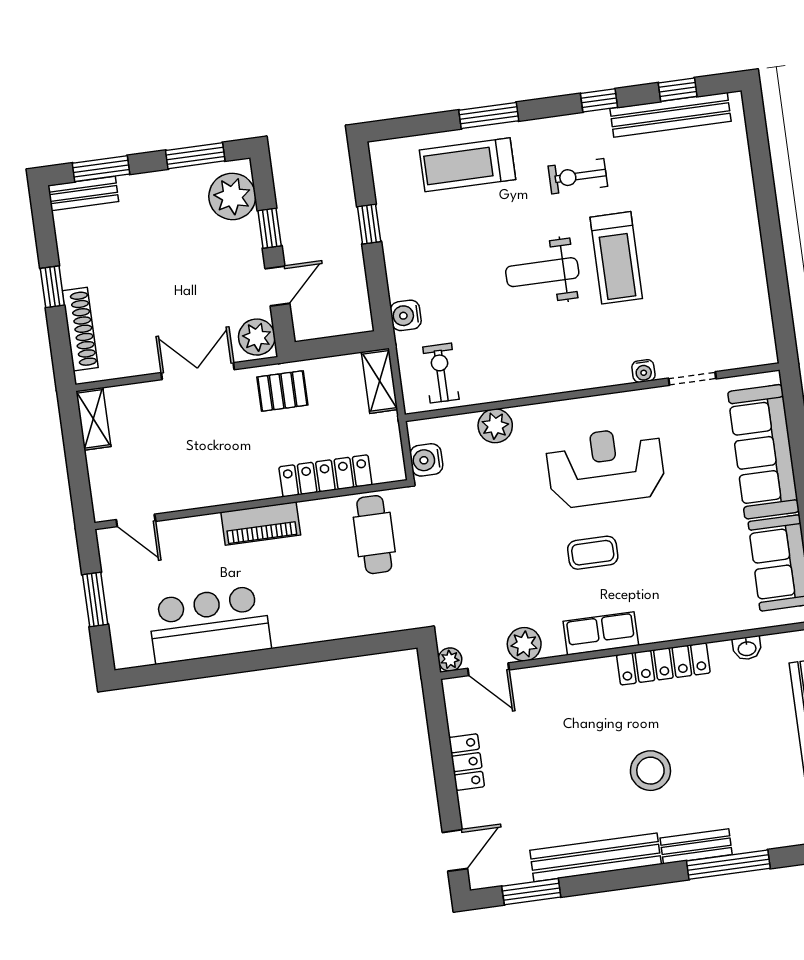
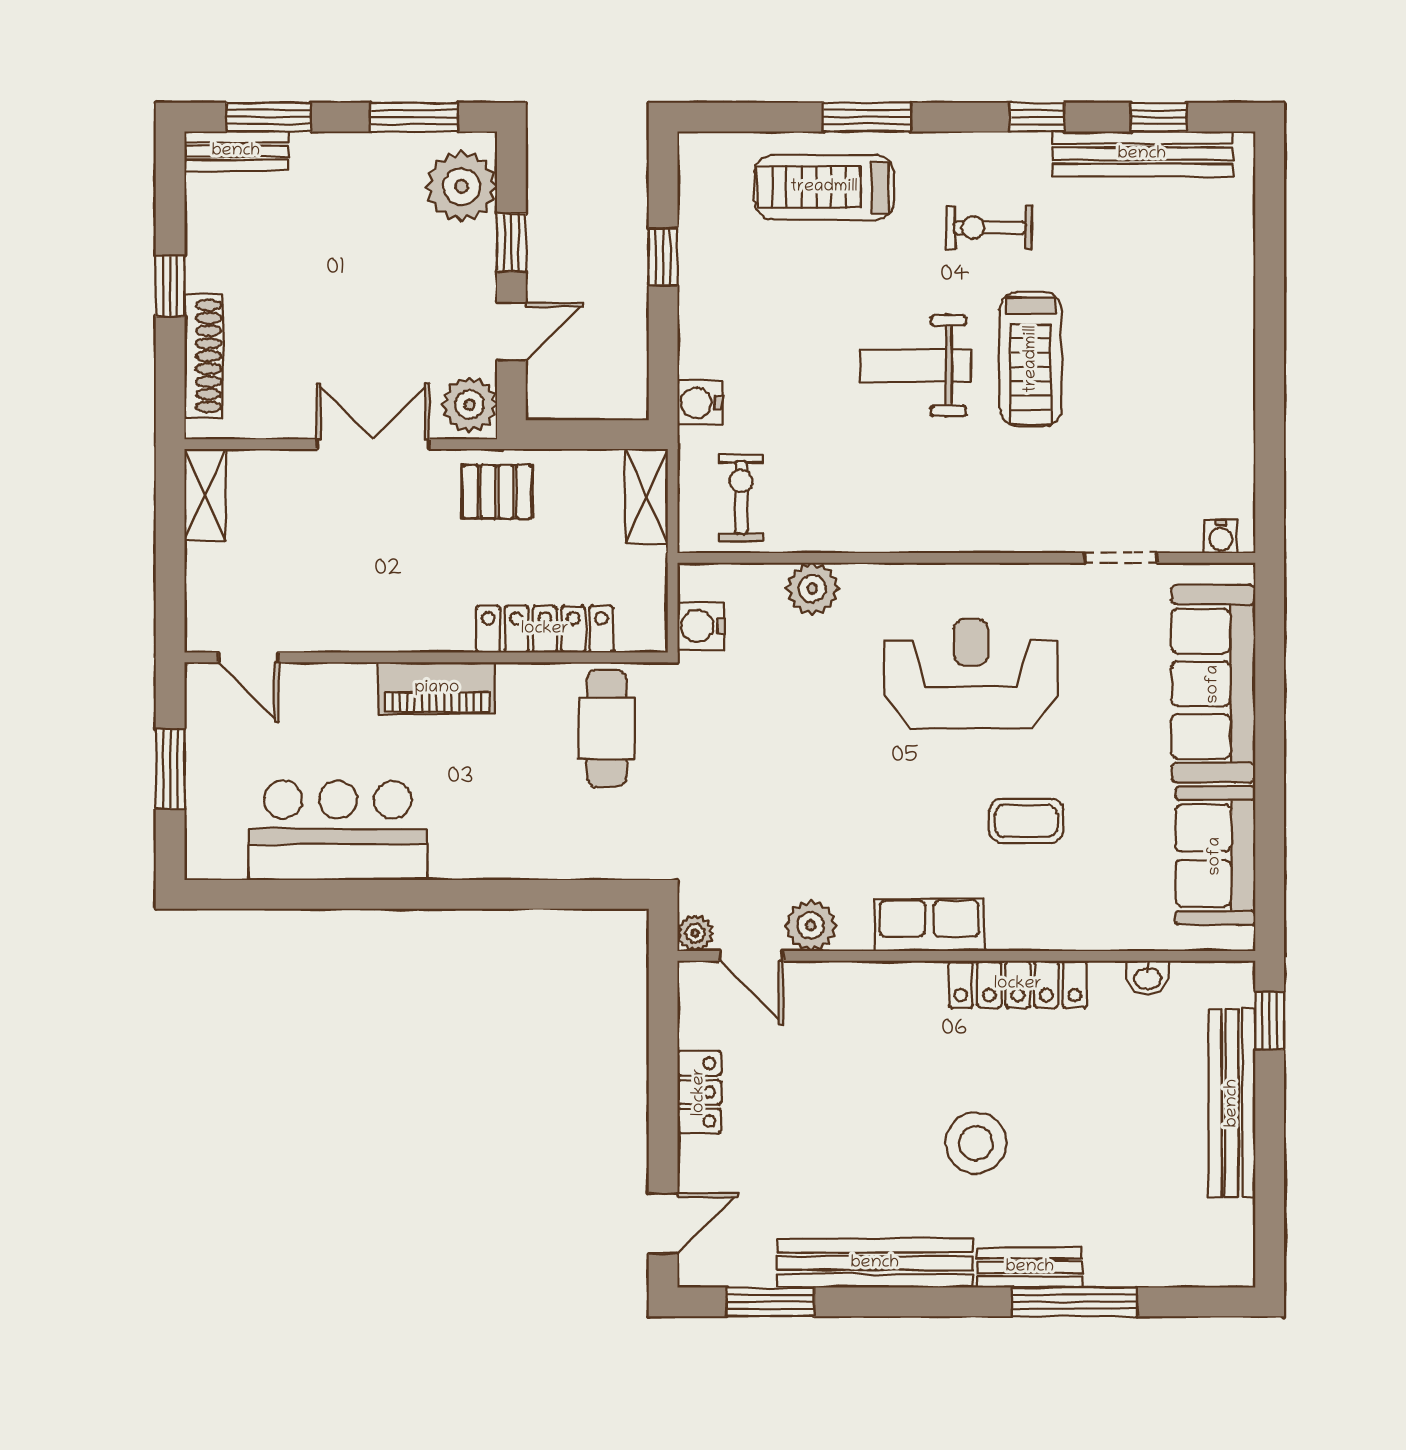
water cooler: (643, 371) -> (1221, 536), moved
coffee table: (593, 553) -> (1026, 821), moved

